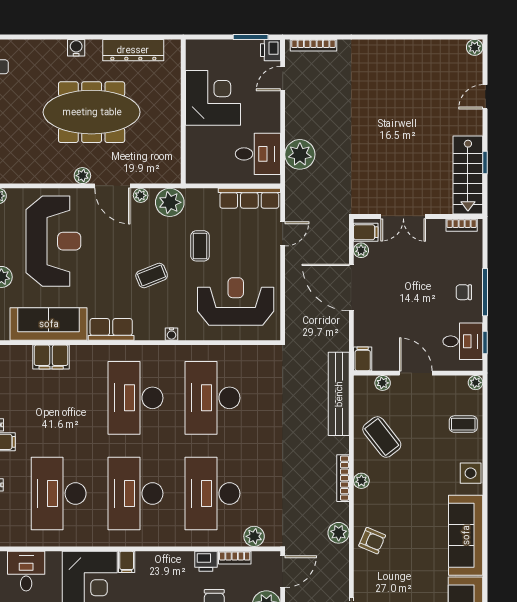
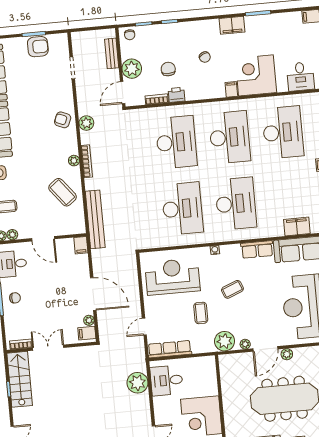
door: (112, 186) -> (265, 349), swing flipped
double door: (403, 216) -> (48, 348), moved
reception desk: (236, 302) -> (172, 277), turned 180
plant: (383, 383) -> (12, 235), moved
plant: (254, 536) -> (145, 115), removed

